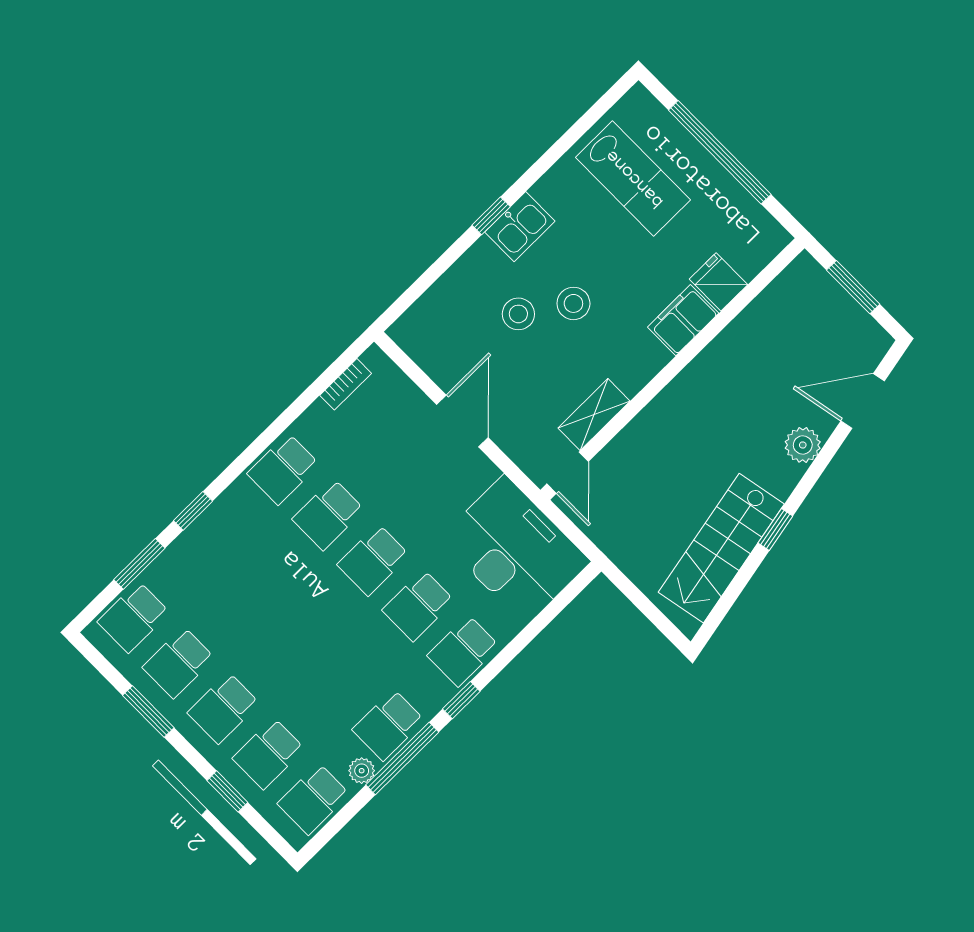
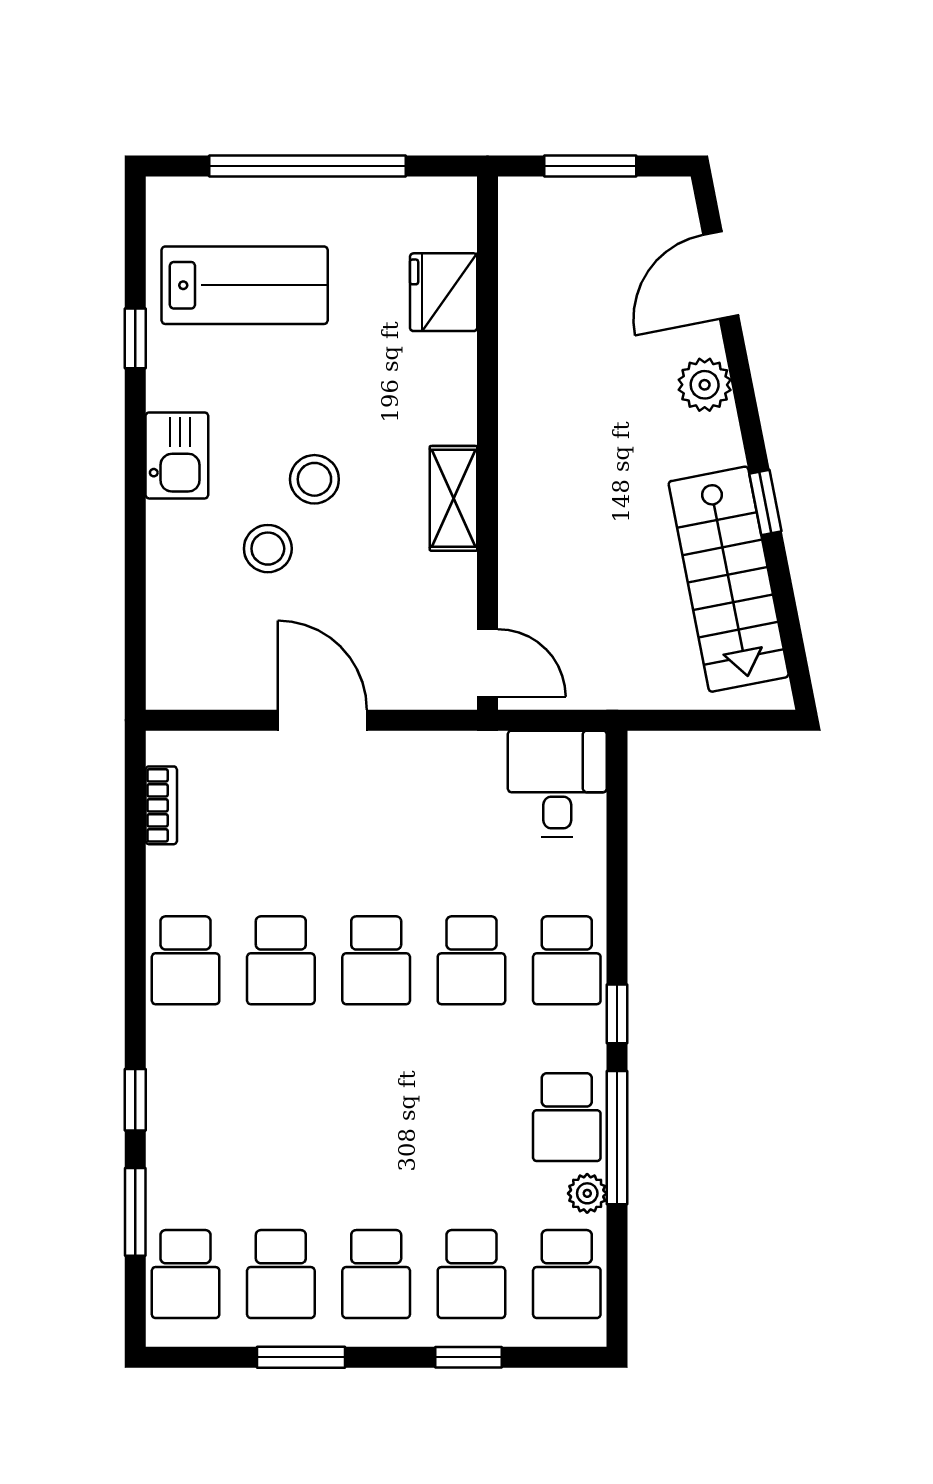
window: (491, 216) -> (135, 338), moved
fridge: (718, 282) -> (444, 292), width x1.38
filing cabinet: (683, 320) -> (447, 381), removed
shelving: (594, 415) -> (454, 498), moved
desk: (515, 550) -> (557, 784), width x0.53, depth x0.77

